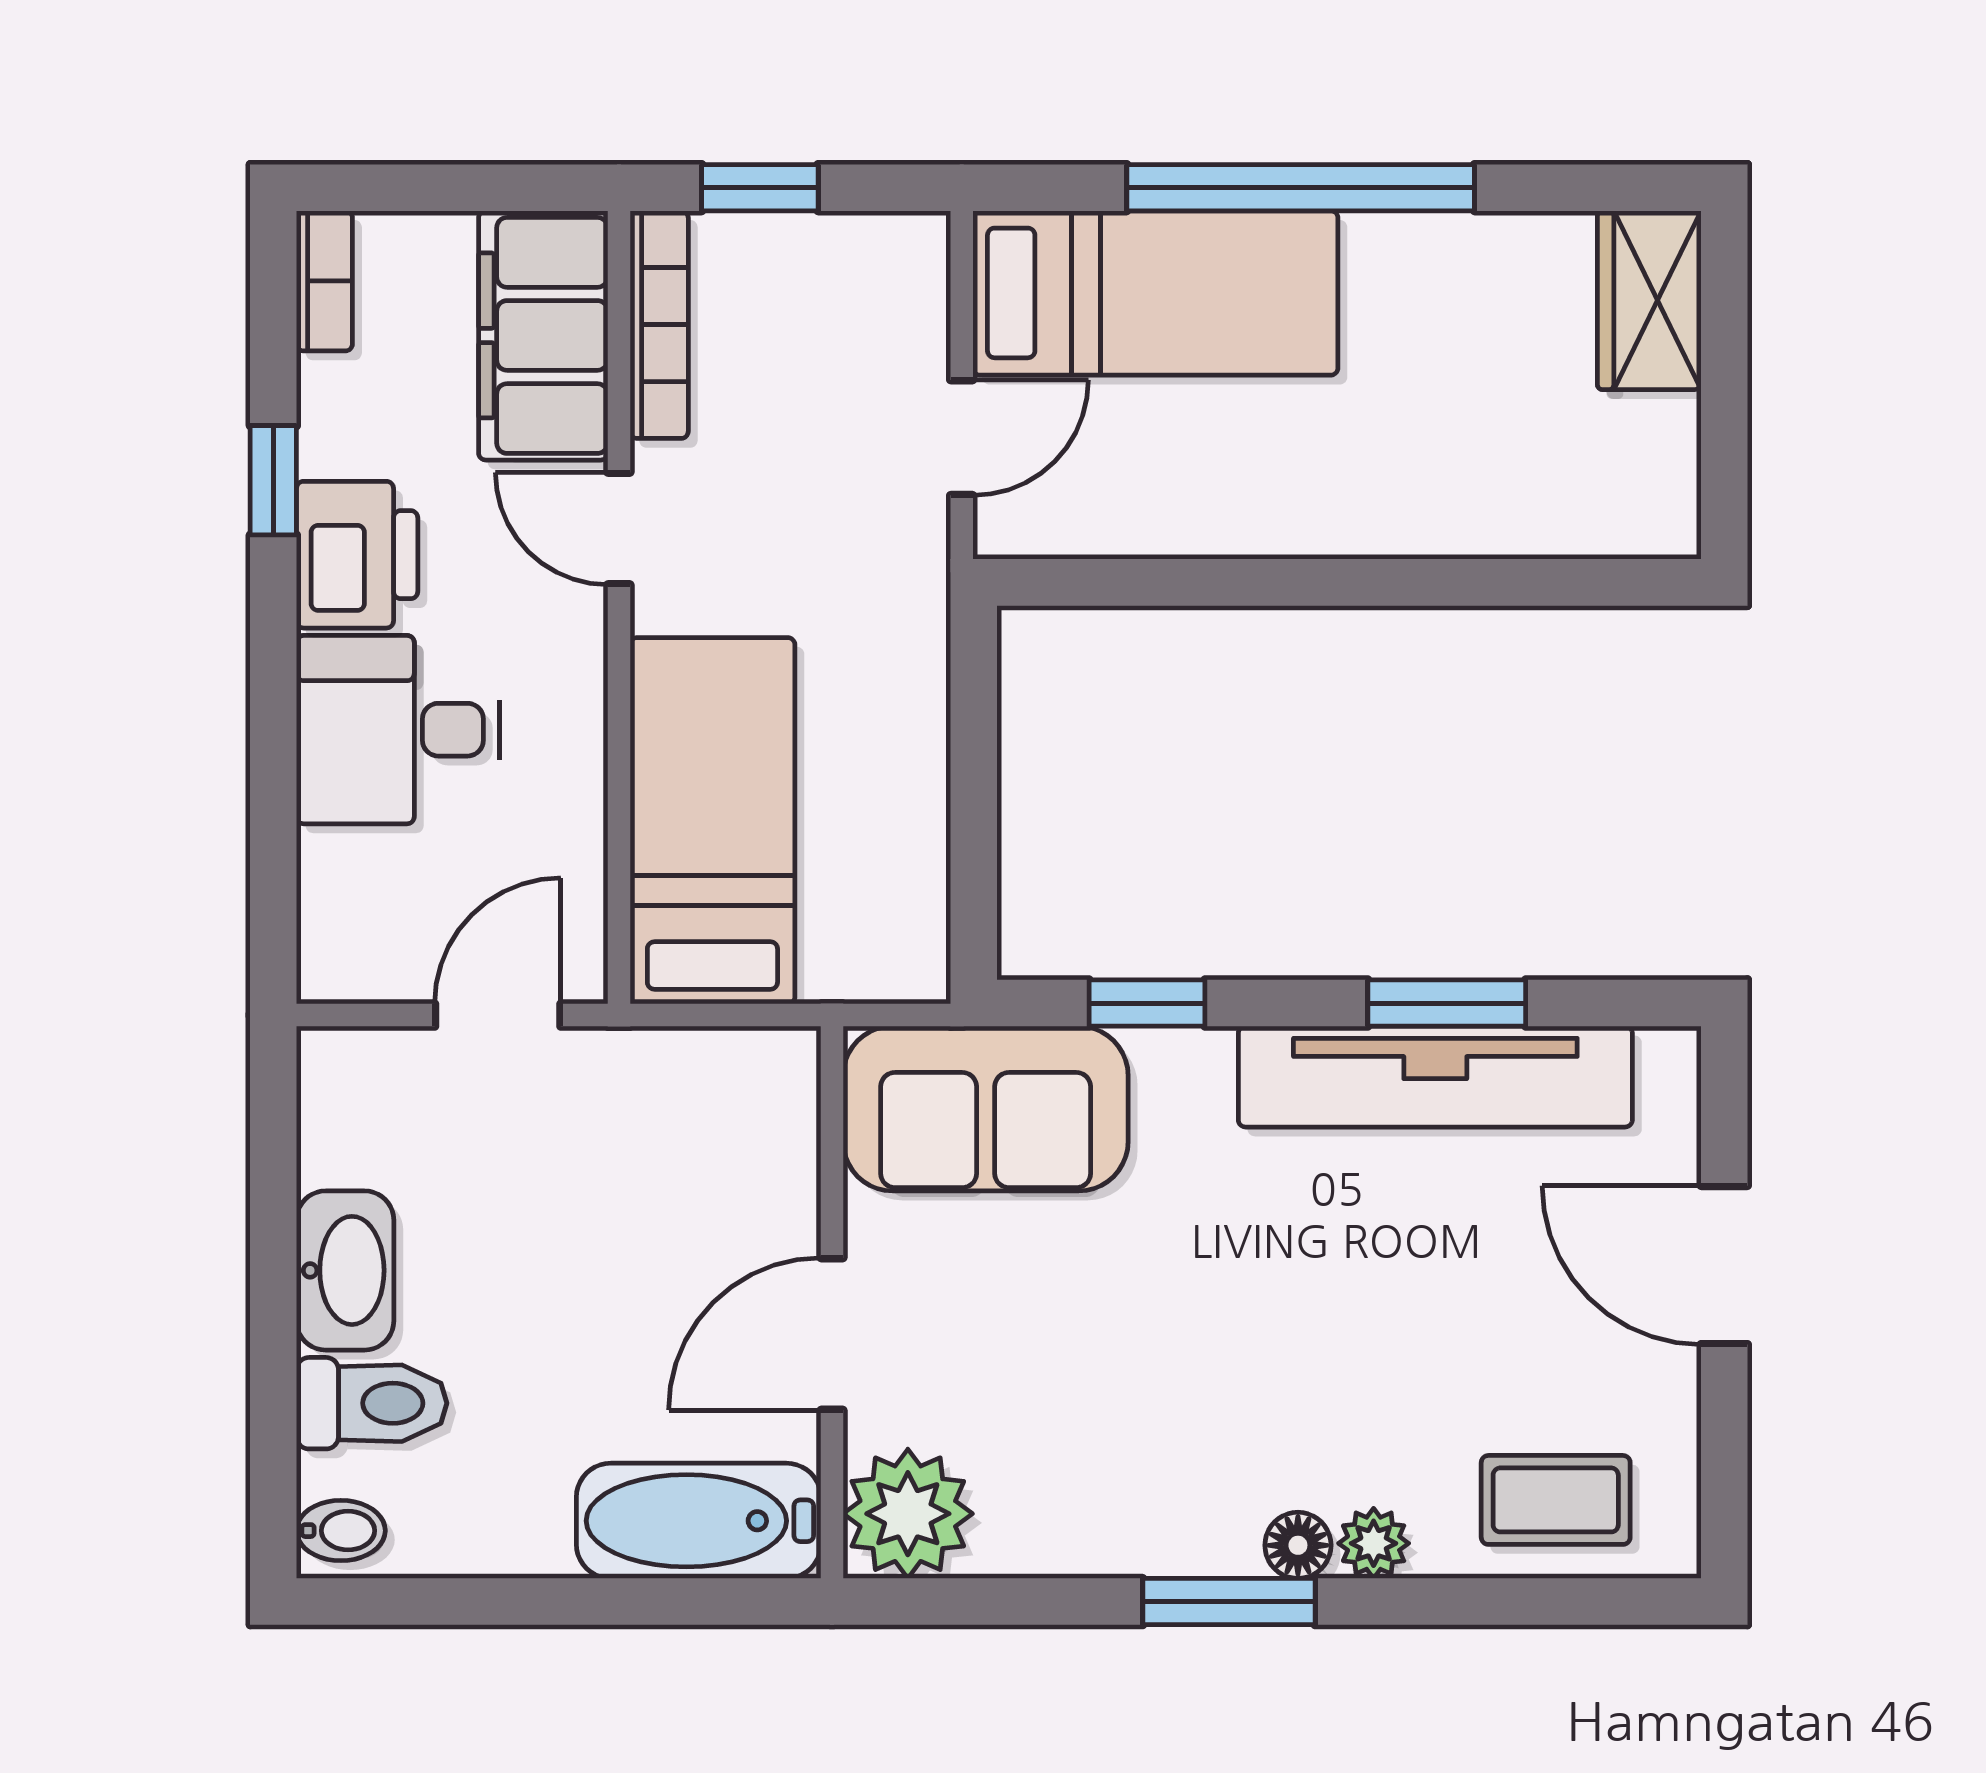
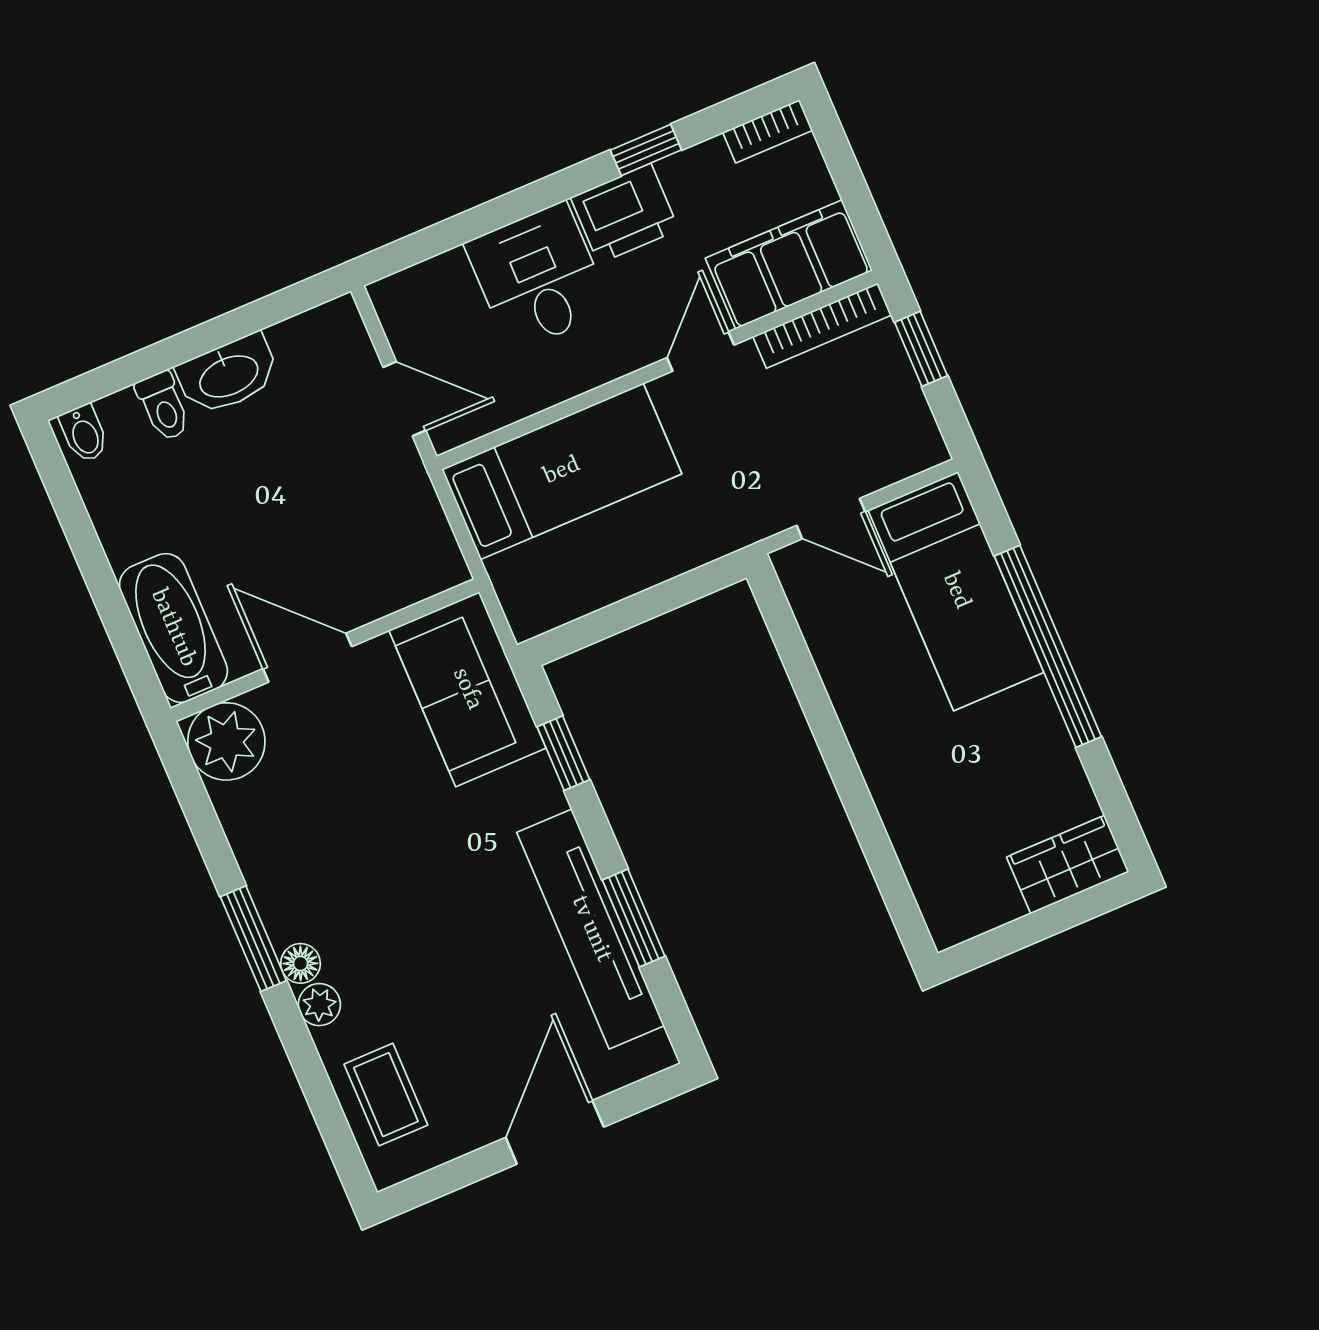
toilet: (372, 1403) -> (163, 406), width x0.73, depth x0.72

